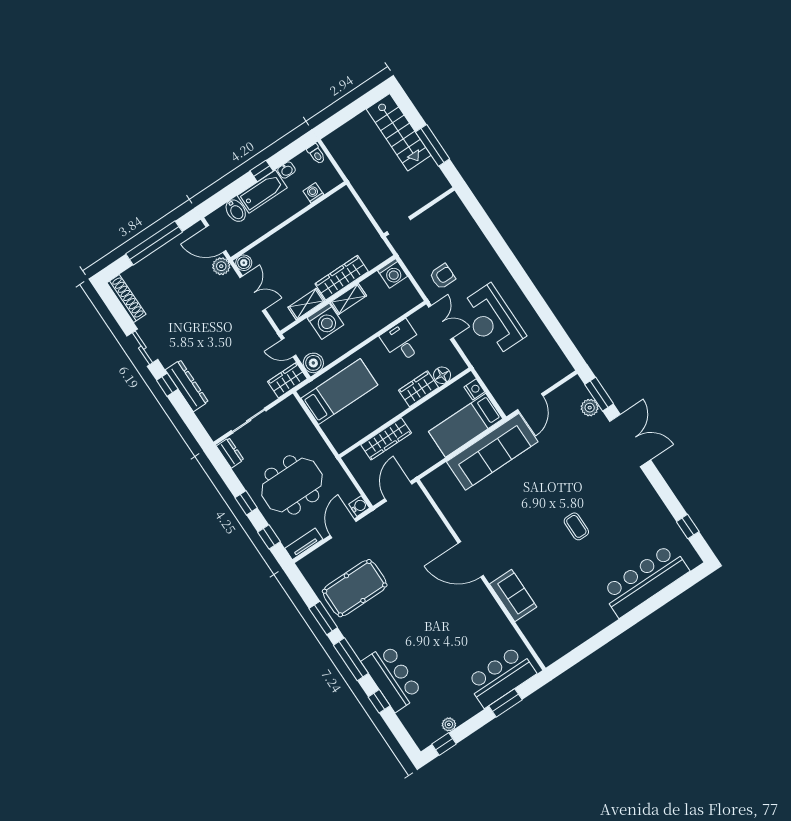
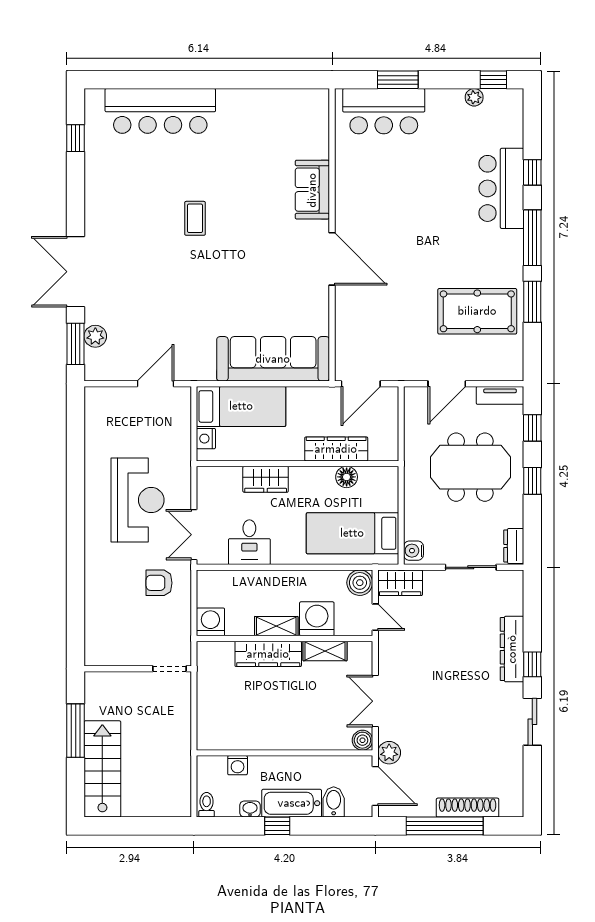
shoe rack: (126, 299) -> (468, 808), moved, turned 90
floor lamp: (442, 375) -> (347, 477), moved
sofa: (492, 452) -> (273, 359), moved
water cooler: (359, 506) -> (413, 551), moved

